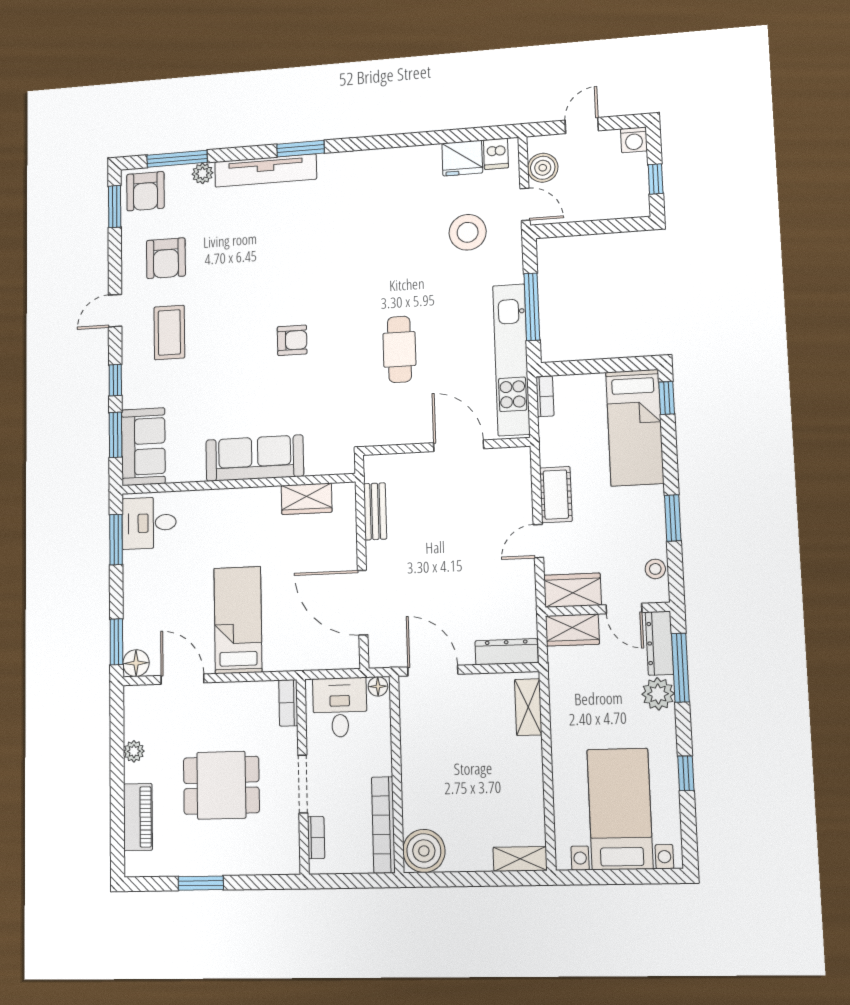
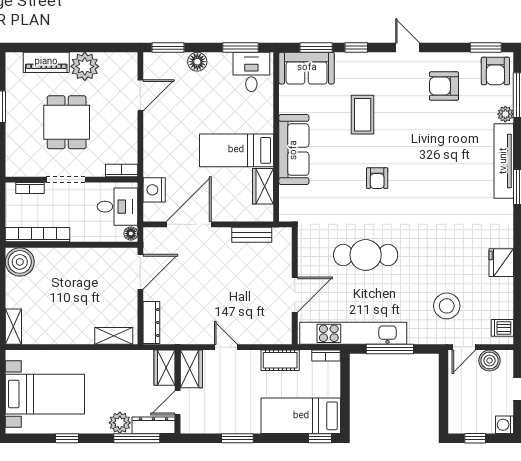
fridge: (462, 158) -> (501, 263), moved
armchair: (145, 191) -> (495, 71), turned -90
coffee table: (169, 332) -> (363, 115), moved, turned 90
cafe table: (399, 349) -> (366, 255), width x1.37, depth x1.35
cot: (556, 495) -> (280, 360), moved
stool: (655, 569) -> (203, 425), removed
bed: (238, 620) -> (236, 150), moved, turned 180
nightstand: (315, 655) -> (154, 190), added
floor lamp: (136, 663) -> (197, 62), moved
plant: (134, 751) -> (85, 66), width x1.88, depth x1.88

